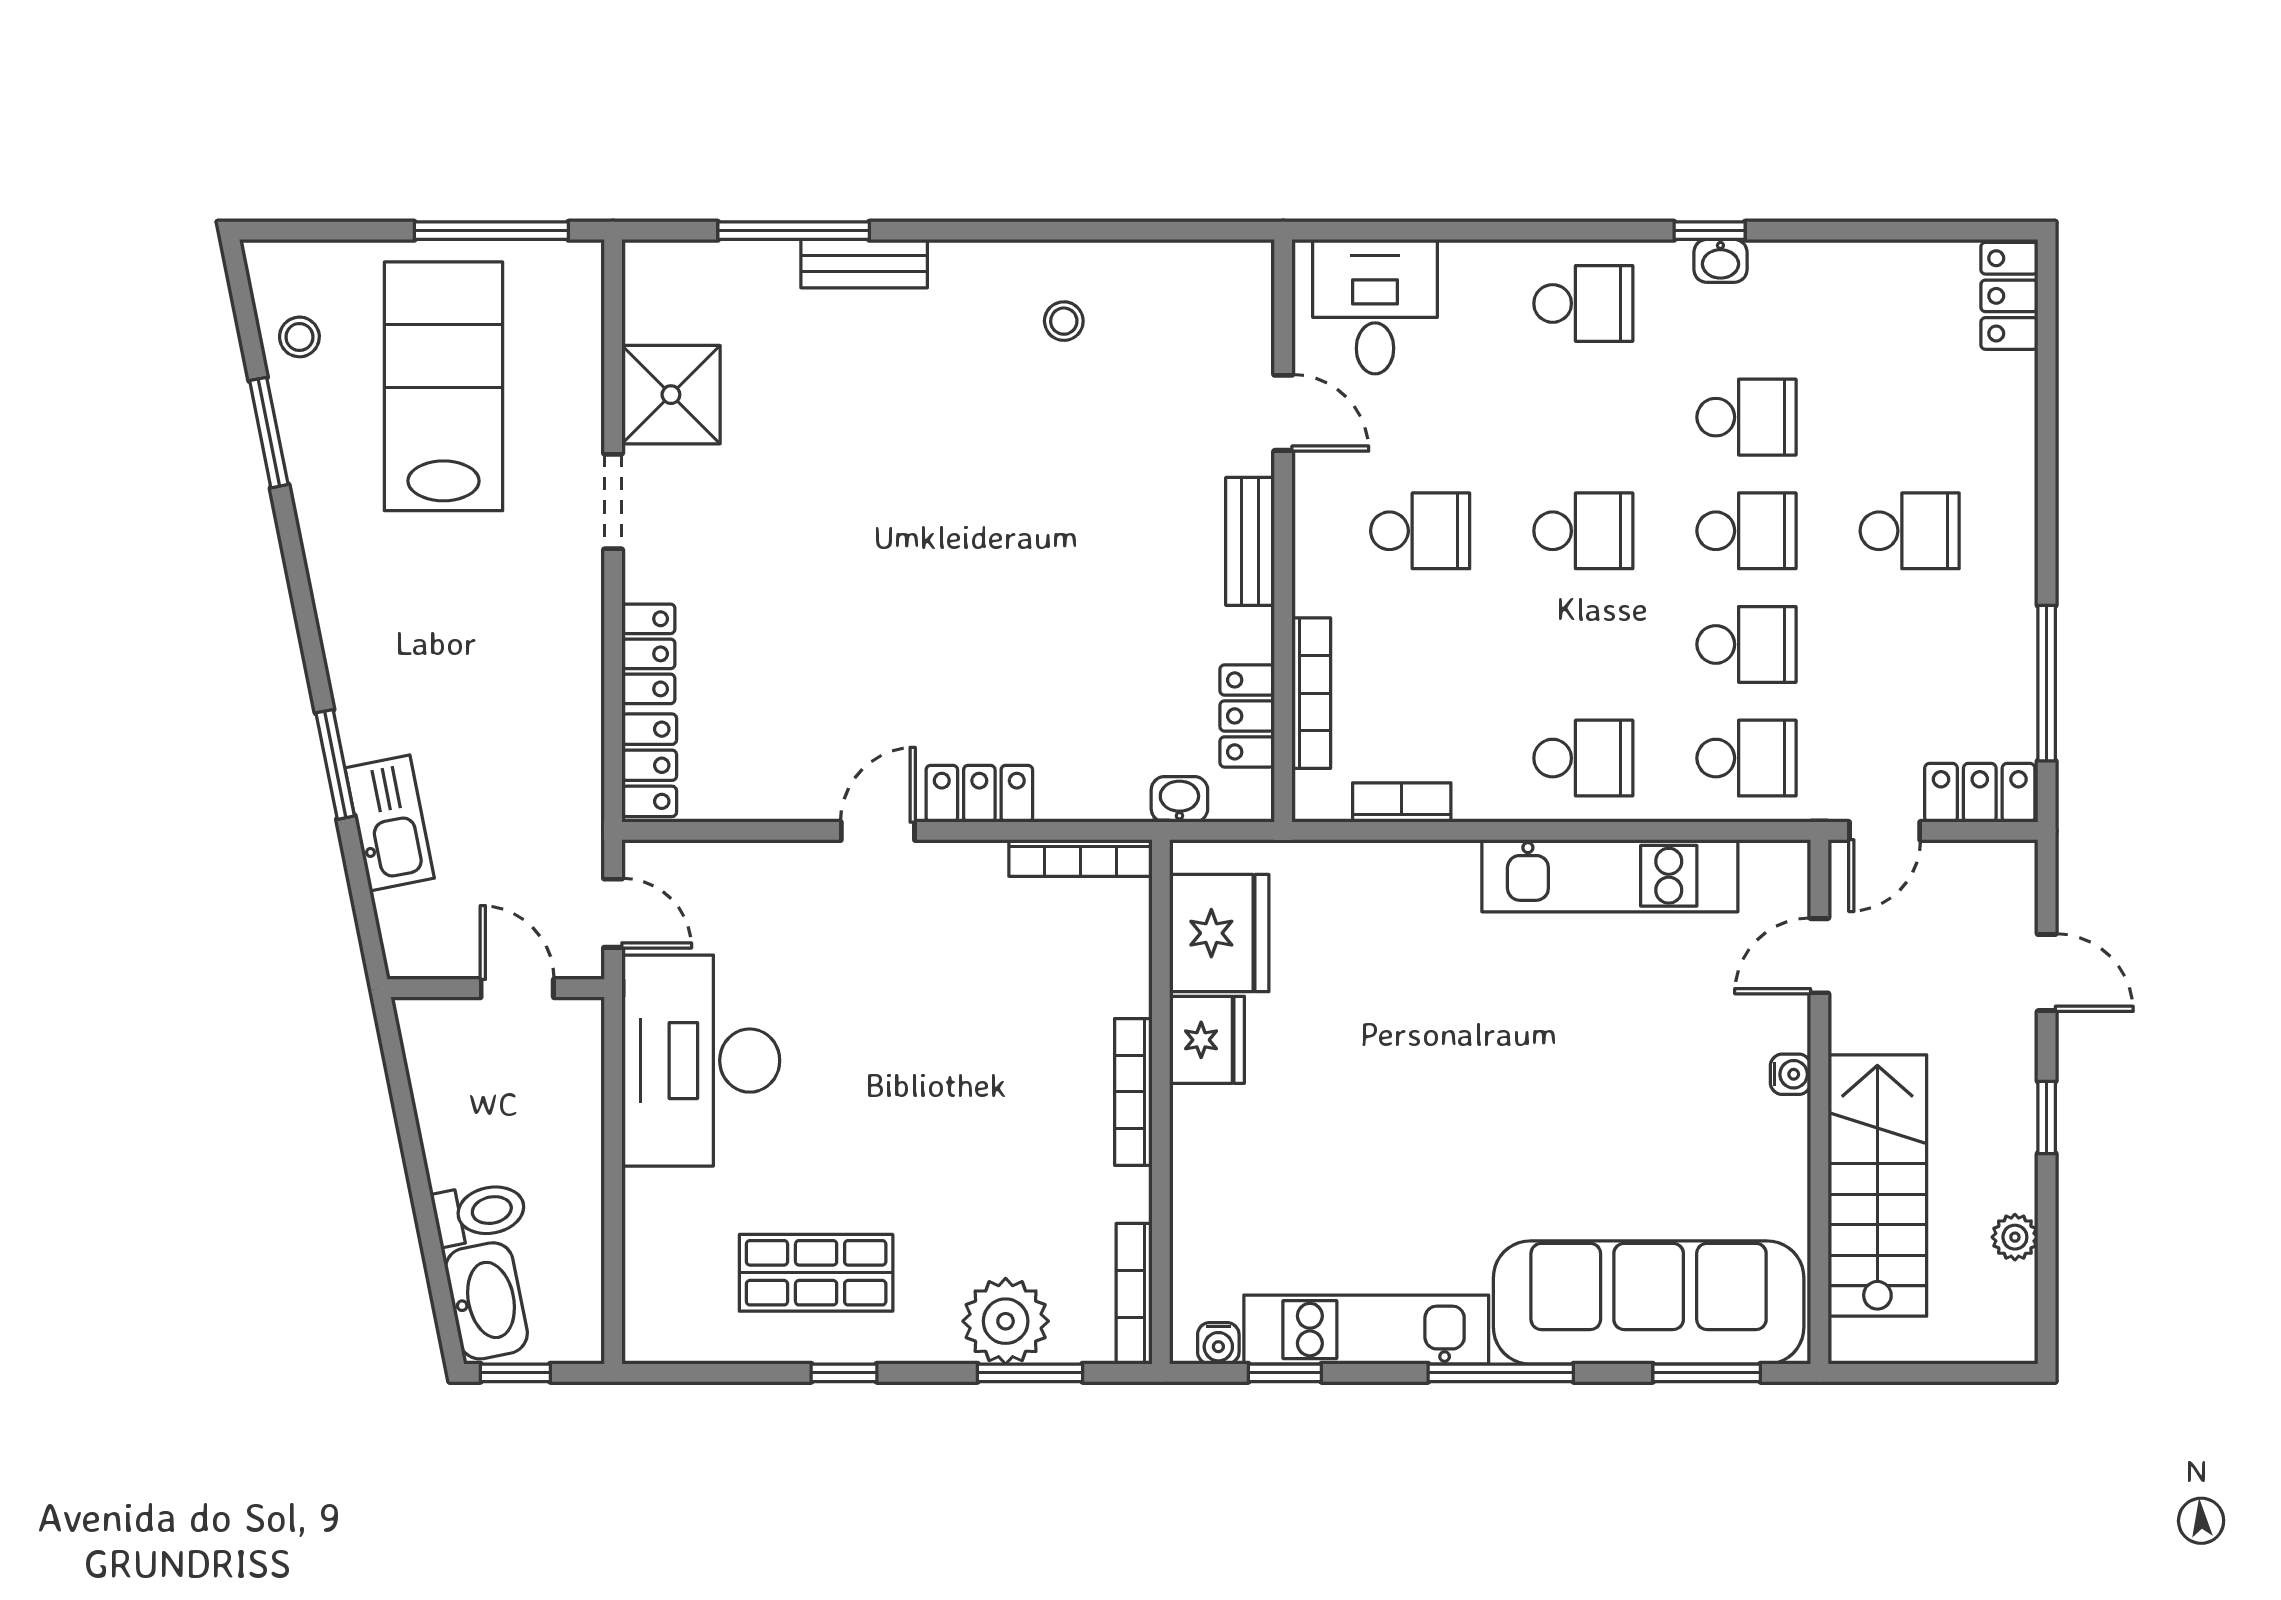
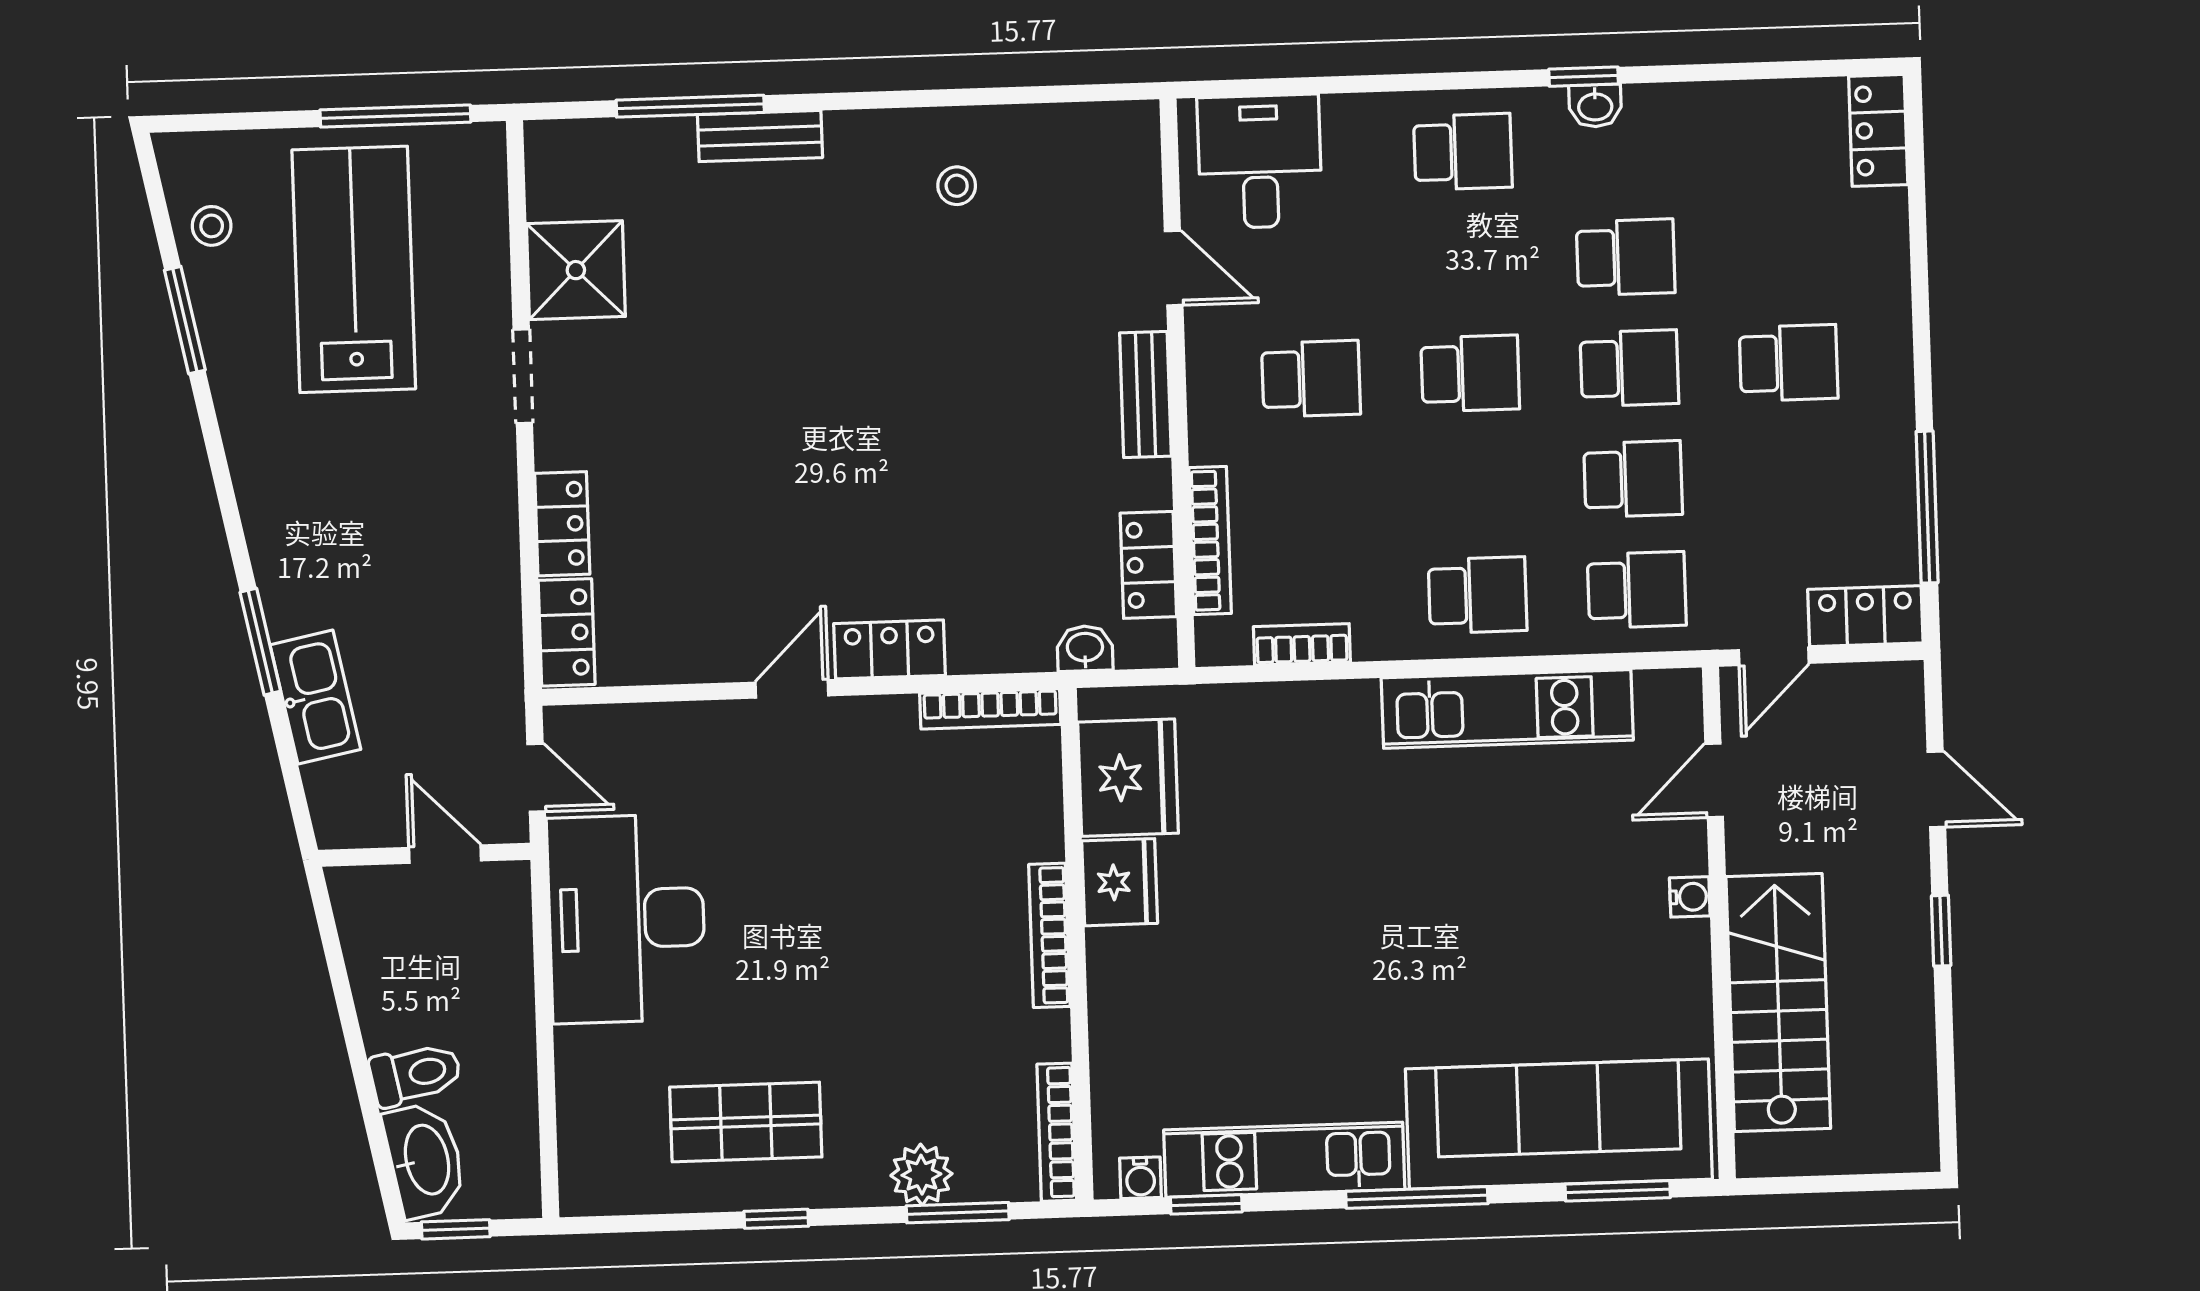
plant: (2015, 1237) -> (1914, 1048), removed
plant: (1006, 1321) -> (921, 1175), width x0.73, depth x0.73

